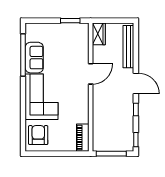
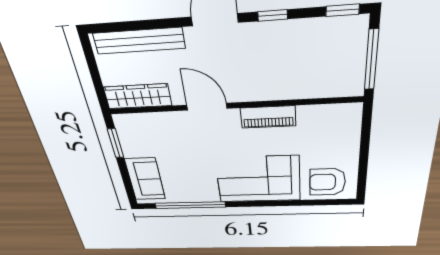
wardrobe: (99, 34) -> (138, 96), width x1.50
sofa: (34, 58) -> (145, 179), moved, turned 90
piano: (83, 138) -> (268, 117), moved

